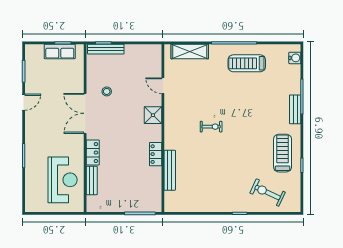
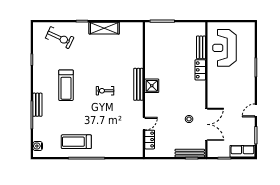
row of seats: (60, 51) -> (242, 151), moved
shelving: (190, 51) -> (104, 28), moved
treadmill: (247, 63) -> (76, 142), turned 180
door: (163, 86) -> (144, 124), hinge flipped
double door: (85, 113) -> (206, 124), moved
shower: (153, 115) -> (152, 86), moved
treadmill: (283, 153) -> (66, 85), moved
locker: (156, 154) -> (150, 140), moved
bench: (170, 170) -> (138, 84), moved

